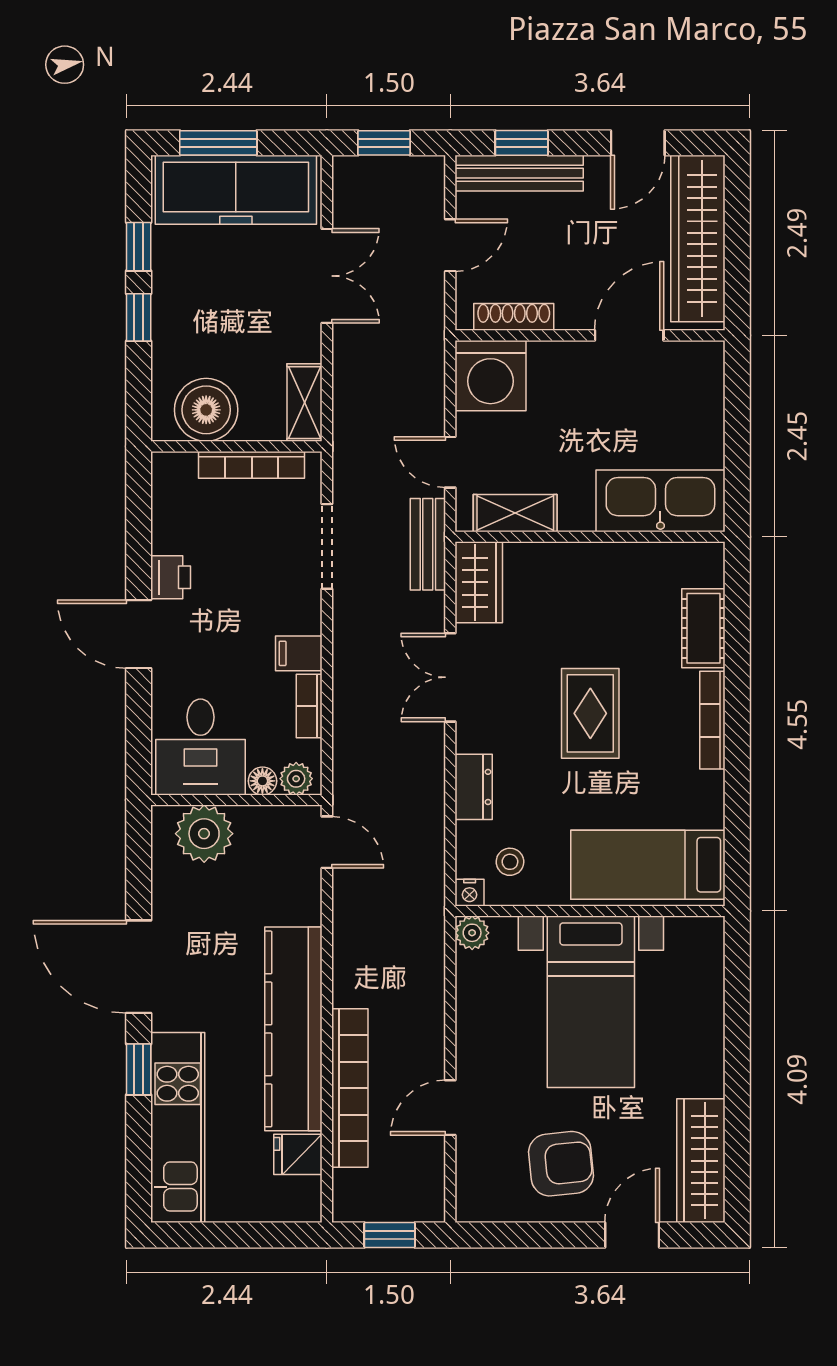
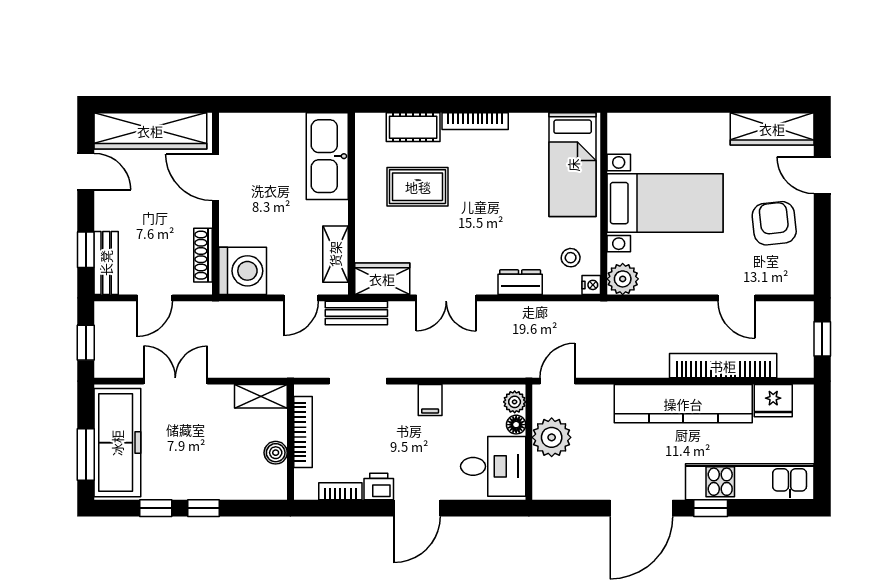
bench: (519, 173) -> (106, 263), width x0.73
door: (450, 245) -> (155, 298), swing flipped
boiler: (206, 410) -> (276, 453), width x0.54, depth x0.54
bookcase: (309, 706) -> (340, 491), moved, turned 180
rug: (590, 713) -> (418, 187), moved
plant: (204, 834) -> (552, 437), moved
plant: (472, 933) -> (623, 279), width x1.38, depth x1.38
fridge: (298, 1154) -> (773, 401), width x1.38

